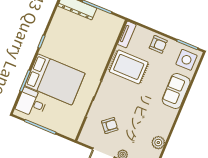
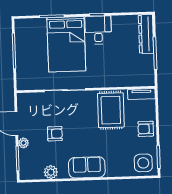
armchair: (158, 44) -> (146, 129), turned 90
sofa: (176, 91) -> (87, 167), moved
desk: (32, 103) -> (98, 30), moved
armchair: (110, 126) -> (55, 134), moved, turned -50

